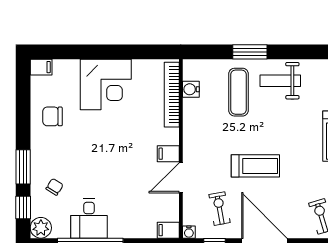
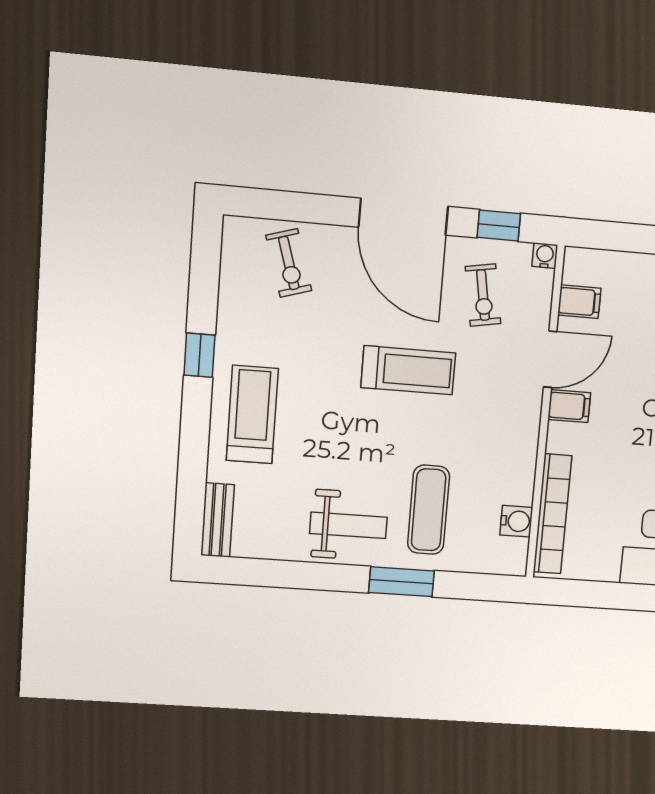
treadmill: (255, 166) -> (408, 370), turned 180
filing cabinet: (168, 230) -> (579, 302), moved

